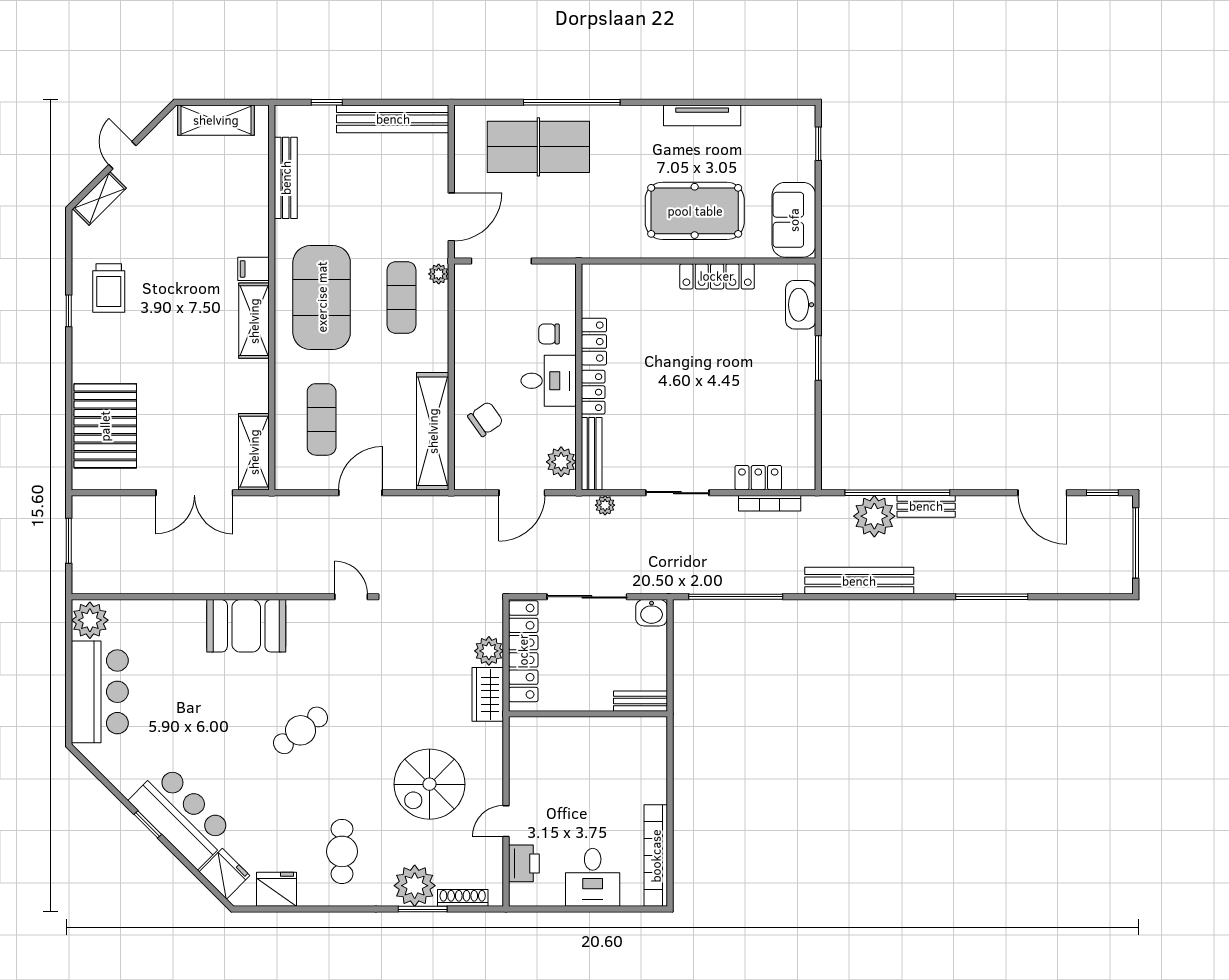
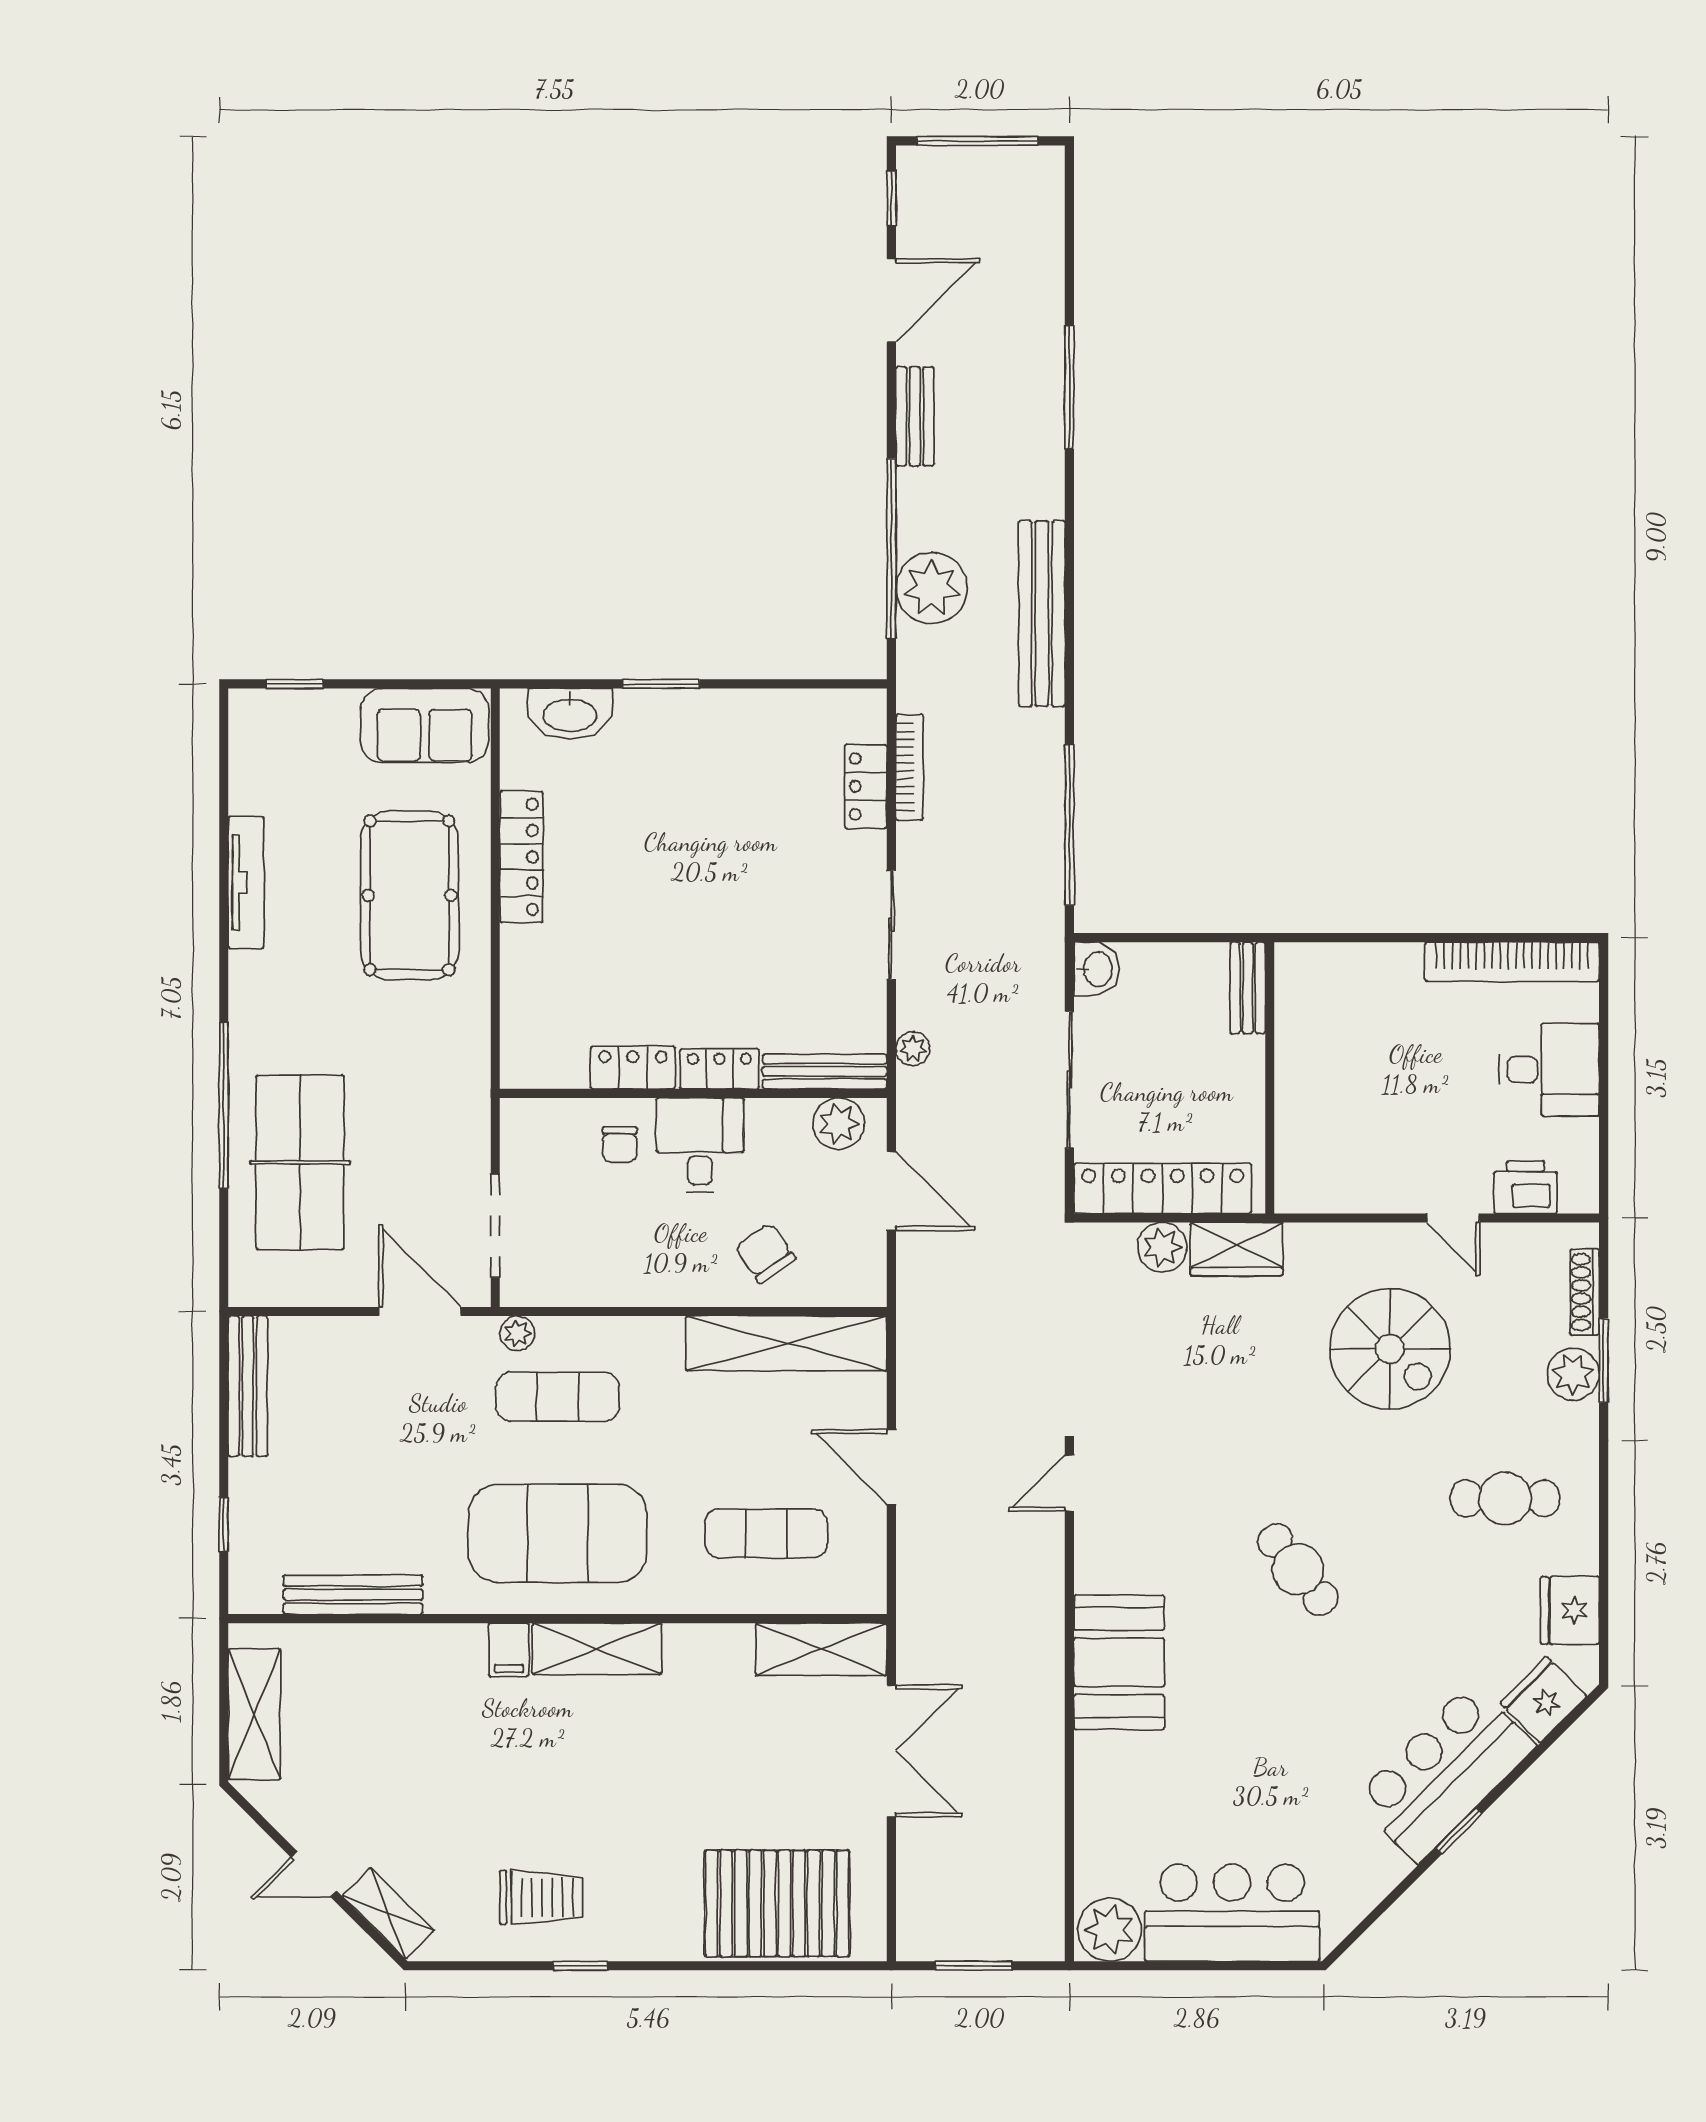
bench: (393, 119) -> (248, 1386), width x0.73, depth x0.82
bench: (926, 506) -> (915, 416), moved
plant: (415, 886) -> (1573, 1374), width x0.73, depth x0.73

